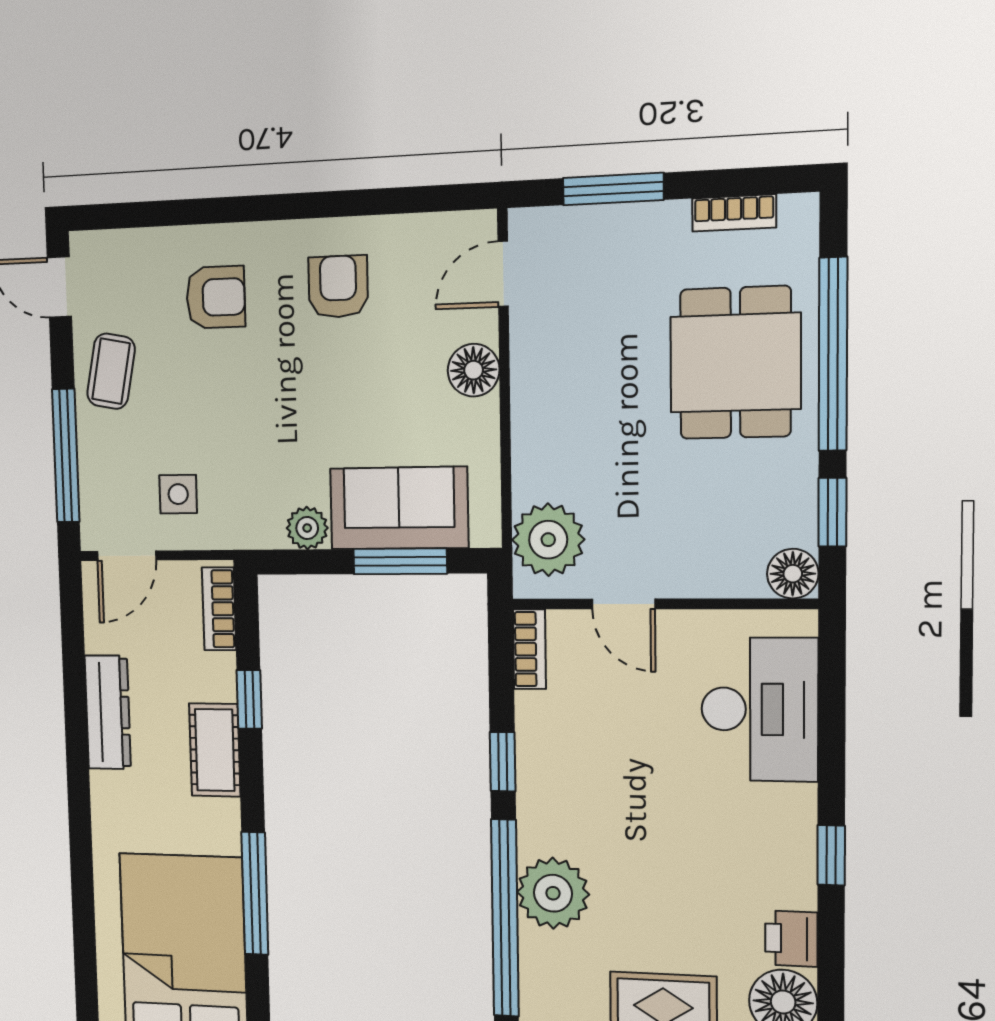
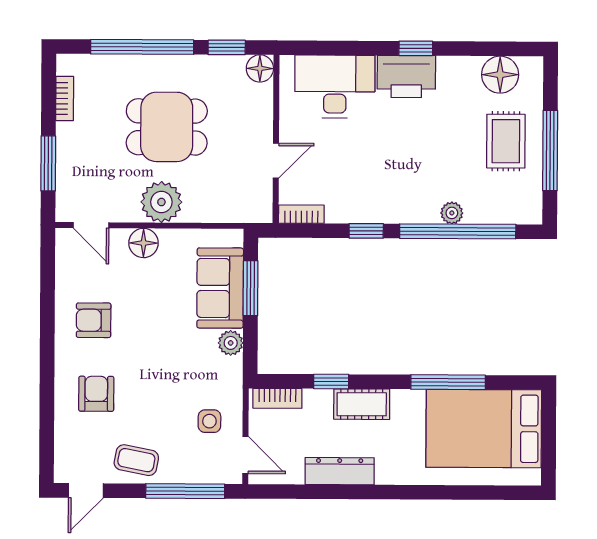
dining table: (735, 363) -> (167, 127), moved
plant: (548, 540) -> (161, 202), moved
plant: (553, 893) -> (452, 213), width x0.53, depth x0.53
printer: (791, 939) -> (406, 77), moved, width x1.87, depth x1.48

